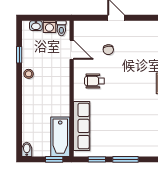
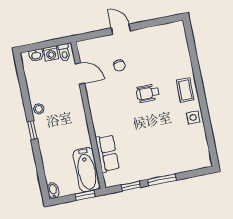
window: (19, 55) -> (32, 130), moved
wheelchair: (95, 81) -> (148, 93), moved
row of seats: (82, 126) -> (107, 153), width x0.68

